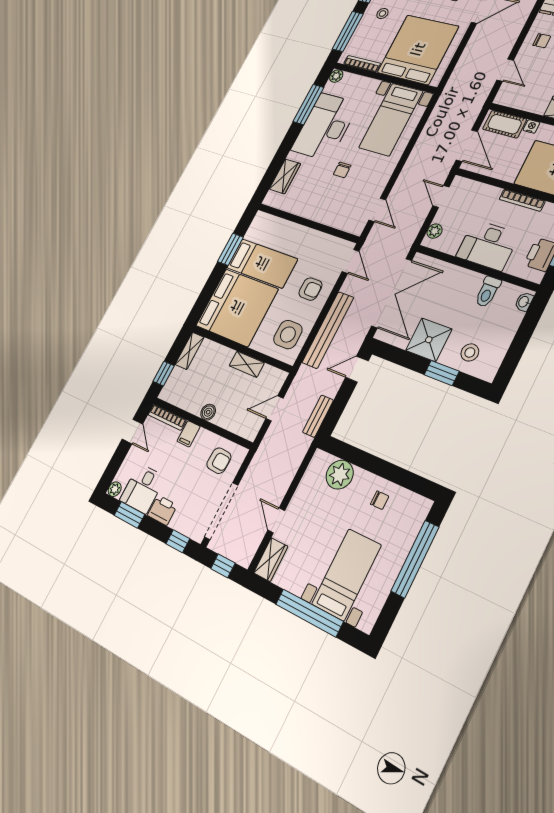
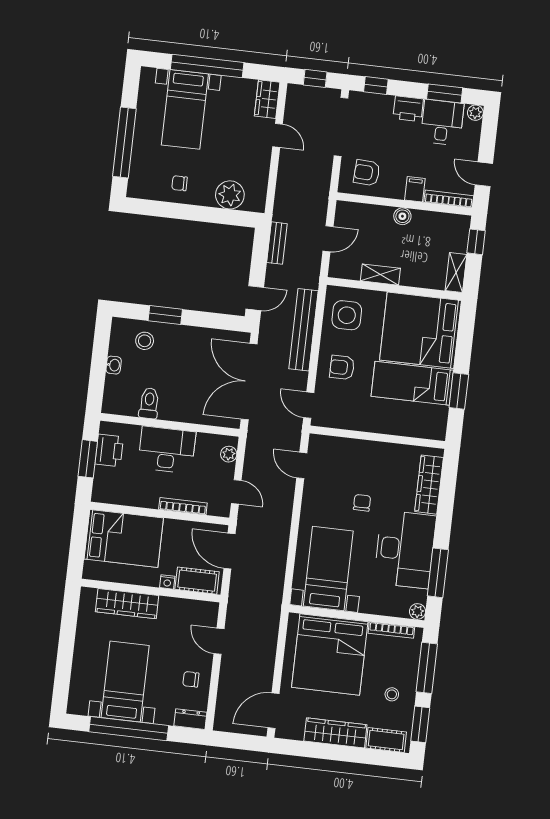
wardrobe: (285, 176) -> (429, 485), width x1.50
bookcase: (522, 200) -> (183, 506), moved
washbasin: (524, 302) -> (114, 365), moved
shower: (429, 340) -> (191, 344), removed

